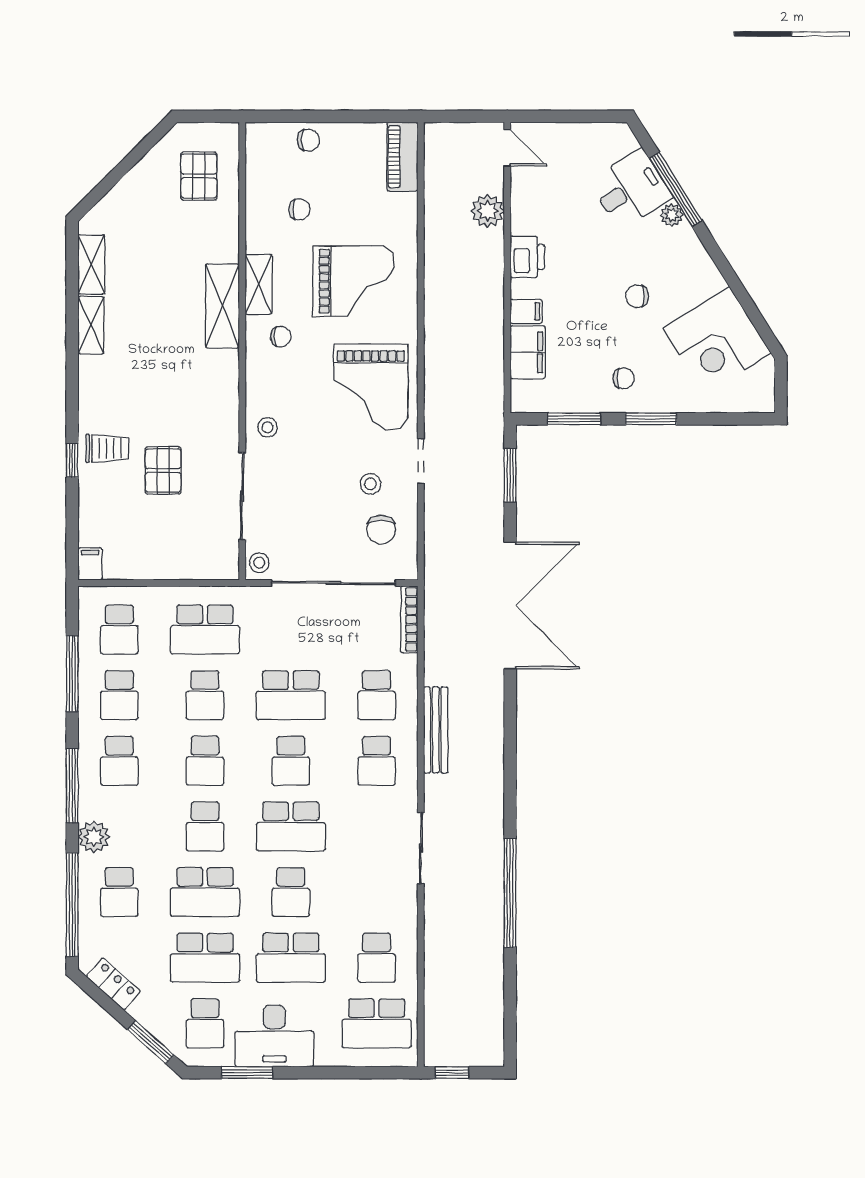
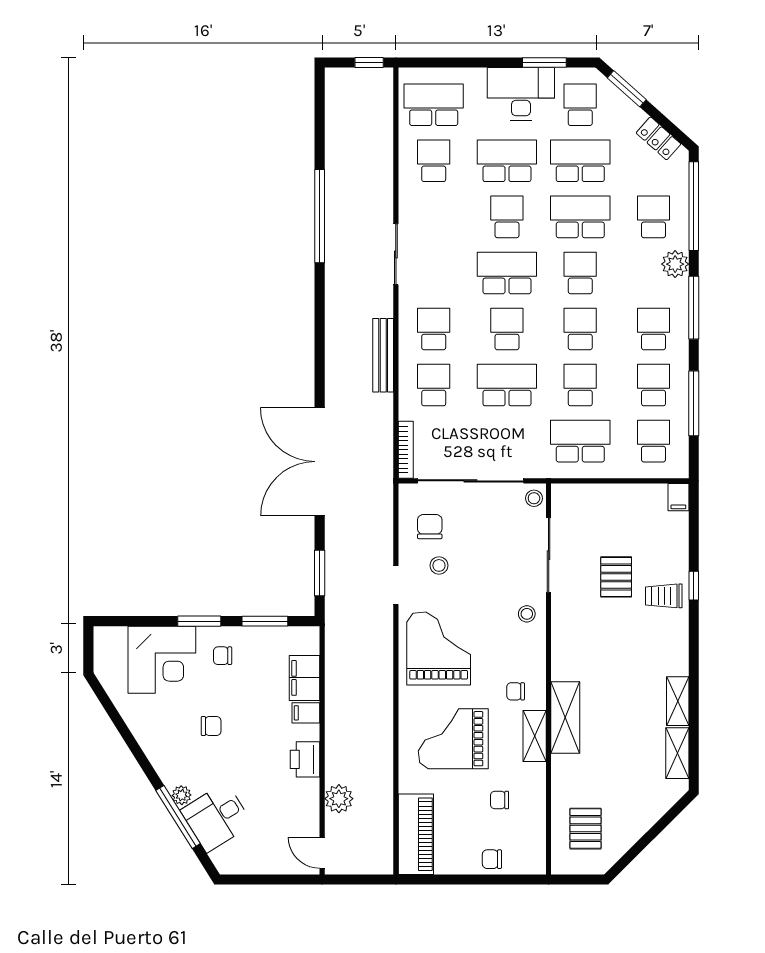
piano: (402, 157) -> (416, 834), width x1.37, depth x1.33
corner desk: (717, 341) -> (162, 660), moved, turned 122

